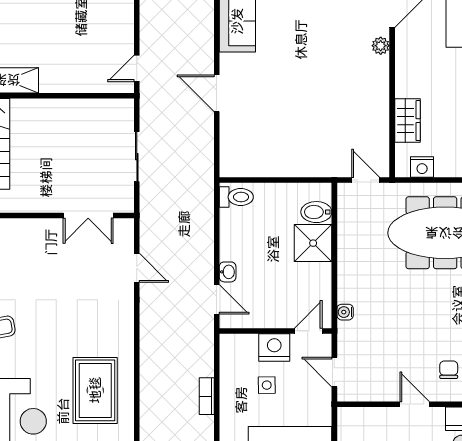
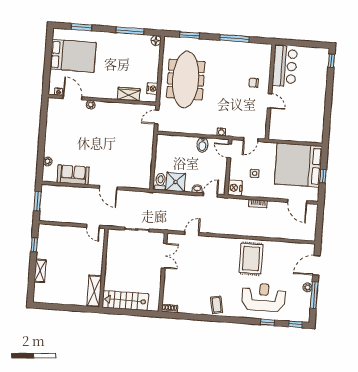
door: (217, 93) -> (108, 188), hinge flipped
bidet: (316, 212) -> (202, 145), moved
shower: (313, 243) -> (176, 182), moved
nightstand: (274, 347) -> (235, 188), moved
rug: (95, 390) -> (251, 259), turned 90
door: (415, 404) -> (270, 101), swing flipped

